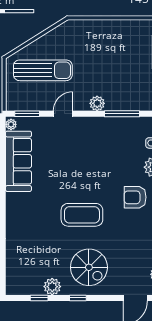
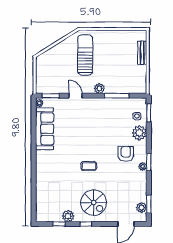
sun lounger: (43, 70) -> (85, 55), moved, turned -90
door: (63, 114) -> (76, 96), hinge flipped
armchair: (135, 197) -> (126, 154), turned 90
coffee table: (82, 215) -> (89, 166), width x0.54, depth x0.58

